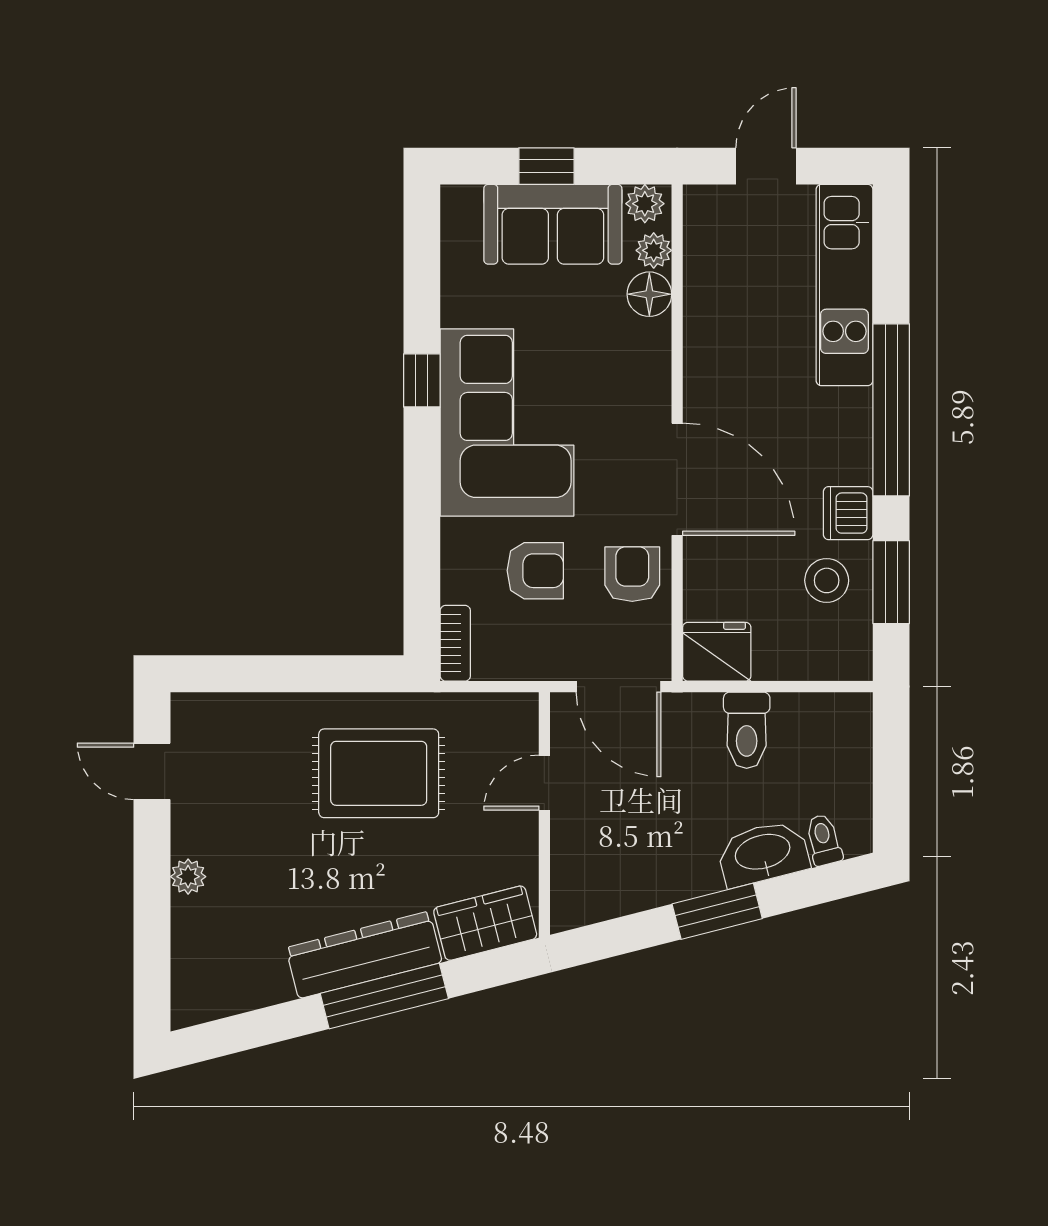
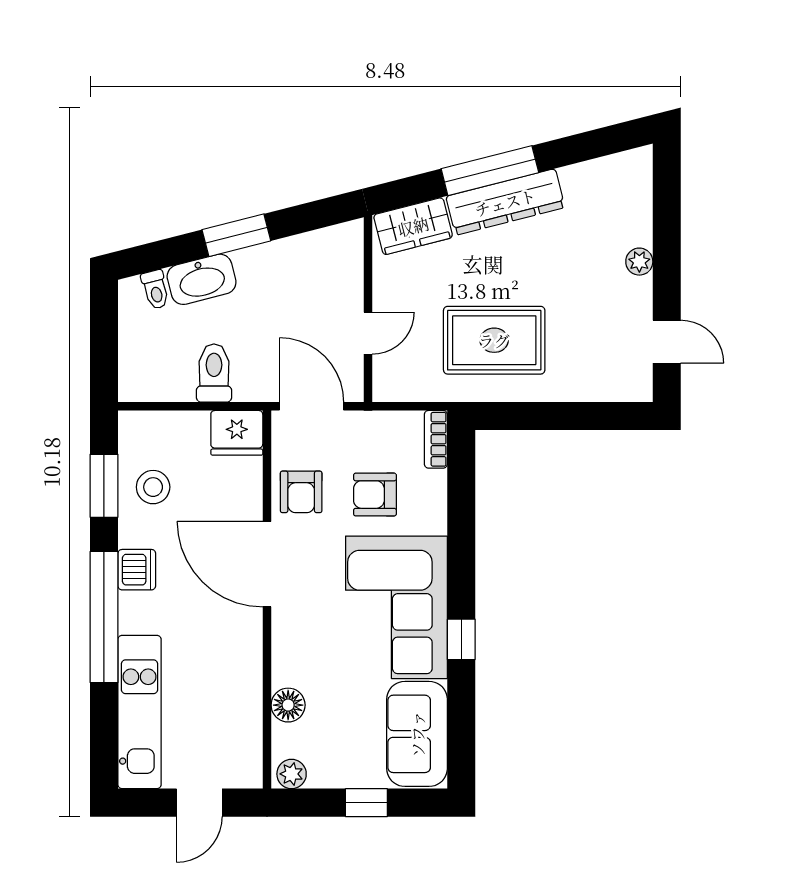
sofa: (553, 224) -> (417, 734), moved, turned -90
plant: (654, 250) -> (285, 738), removed
dishwasher: (848, 513) -> (137, 570), moved

